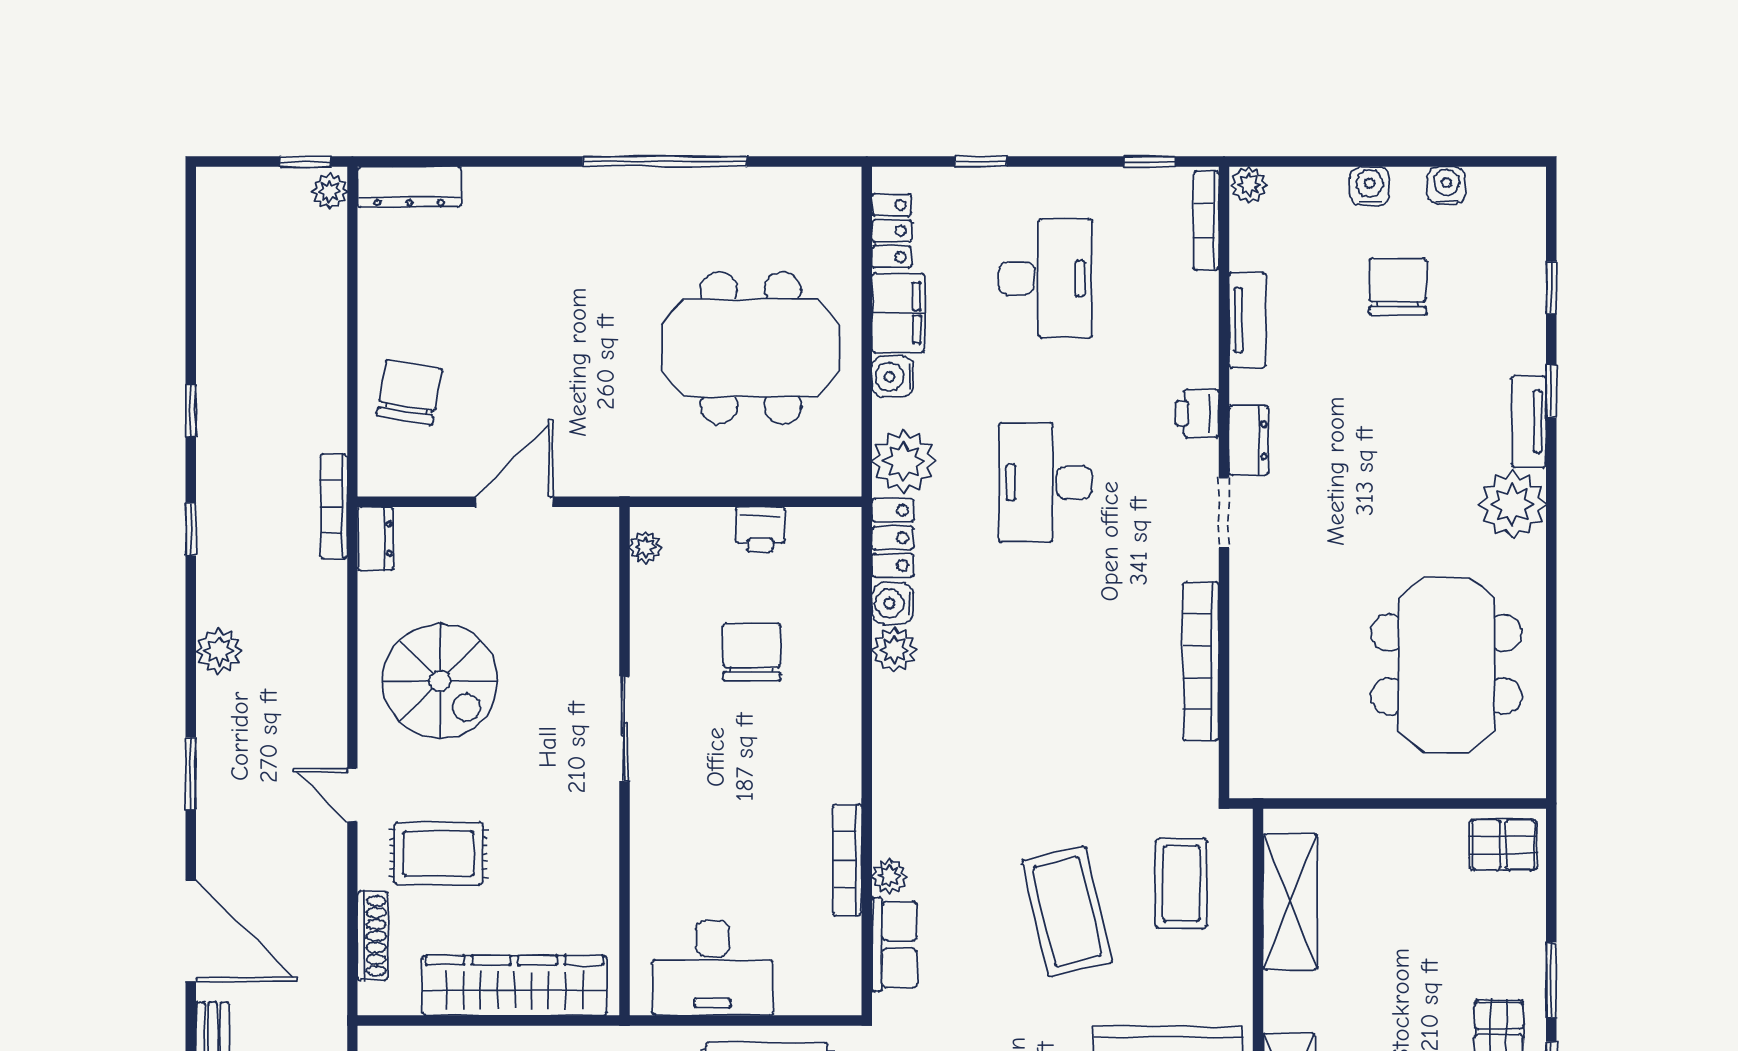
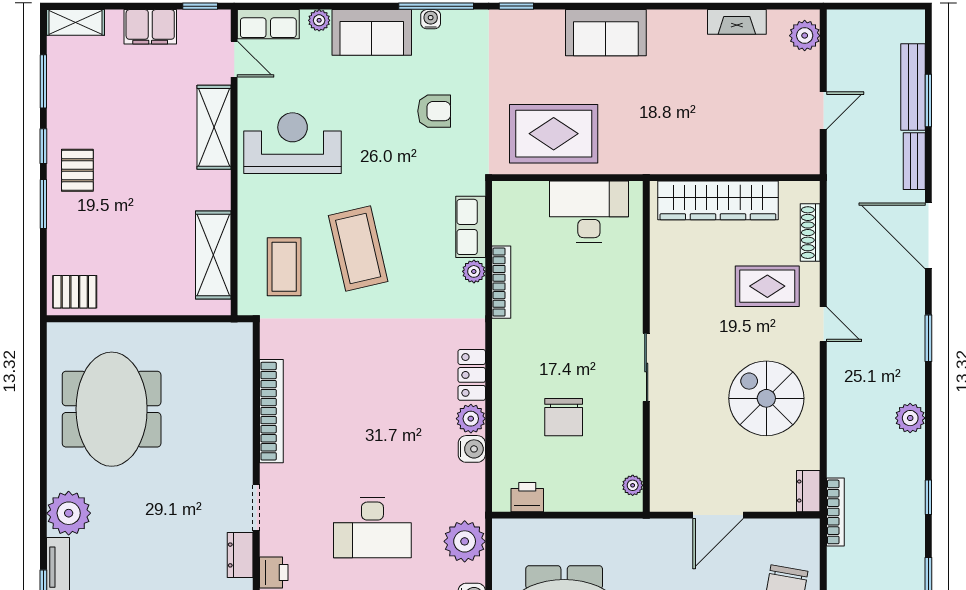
desk: (1045, 483) -> (372, 528), turned 90
printer: (760, 529) -> (527, 497), moved
locker: (893, 538) -> (472, 375), moved

